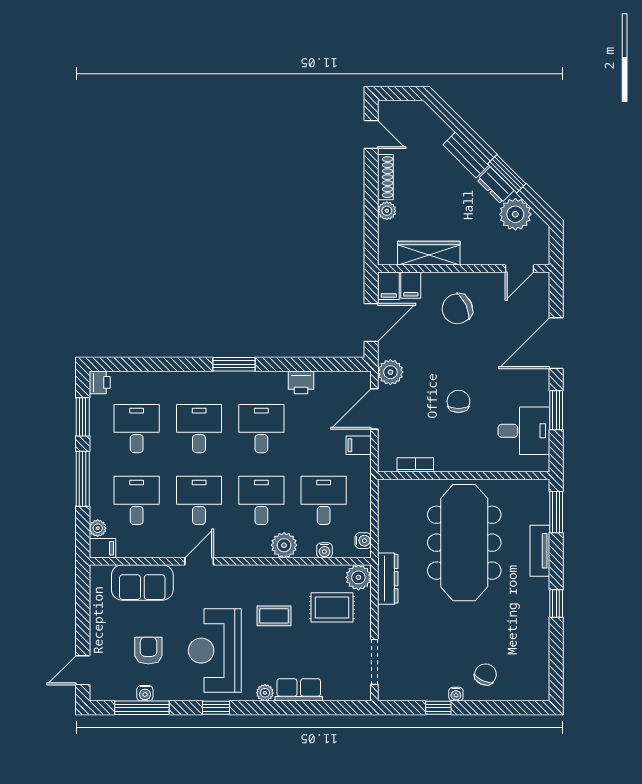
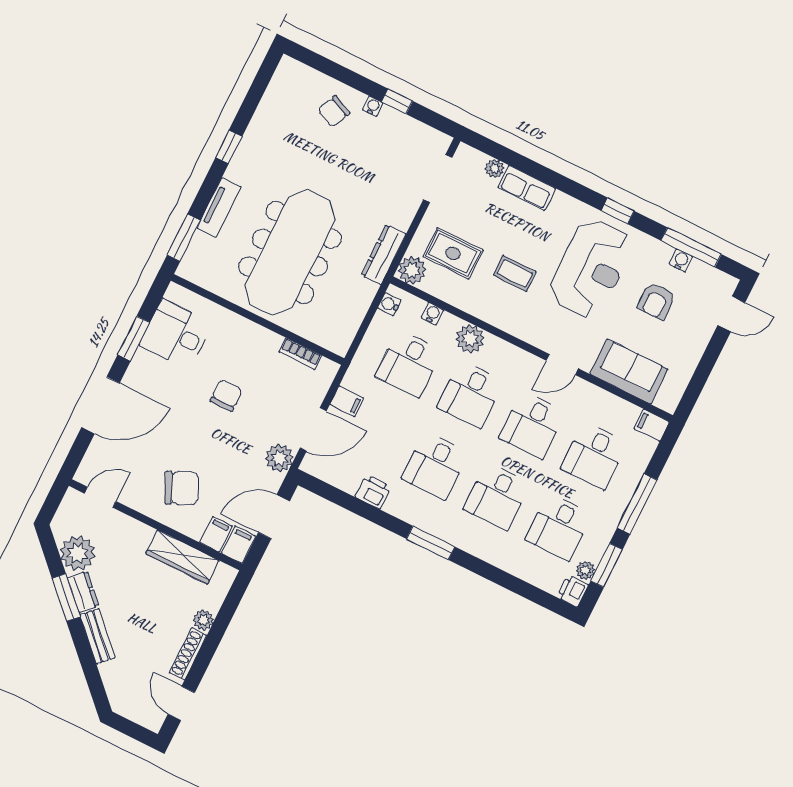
chair: (458, 401) -> (226, 396), turned 180
plant: (98, 528) -> (585, 570), moved
plant: (265, 693) -> (495, 168), moved

